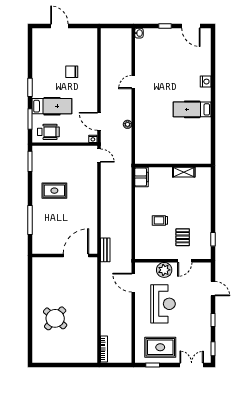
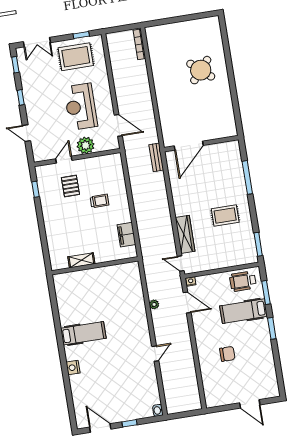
filing cabinet: (142, 177) -> (126, 235), moved
wardrobe: (91, 180) -> (185, 234), added

